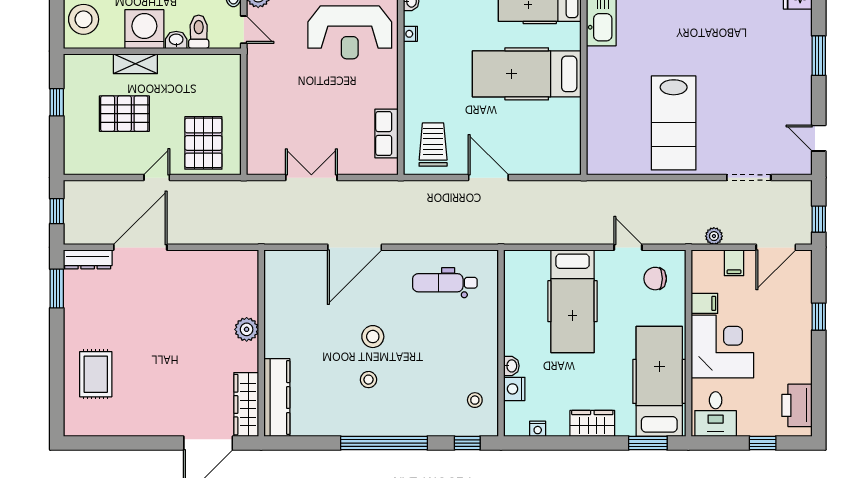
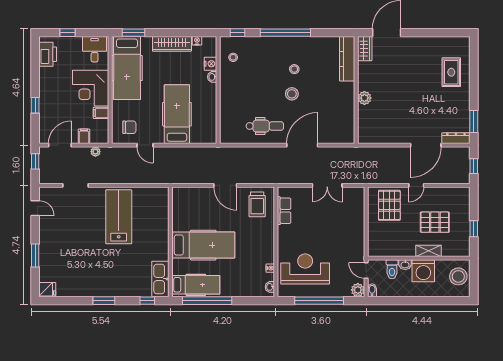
dental chair: (445, 283) -> (265, 126), moved
wardrobe: (246, 405) -> (365, 49), width x0.67
wardrobe: (592, 423) -> (172, 44), width x1.50

